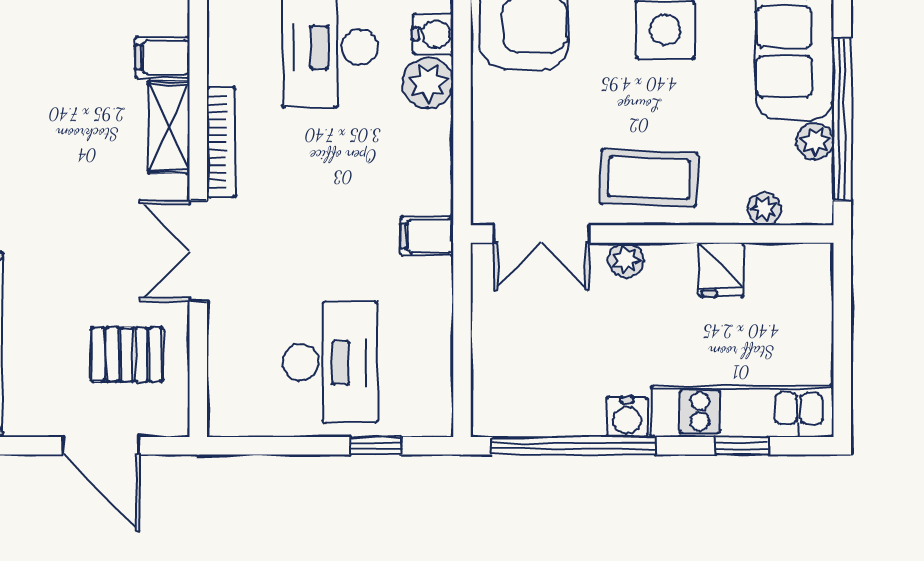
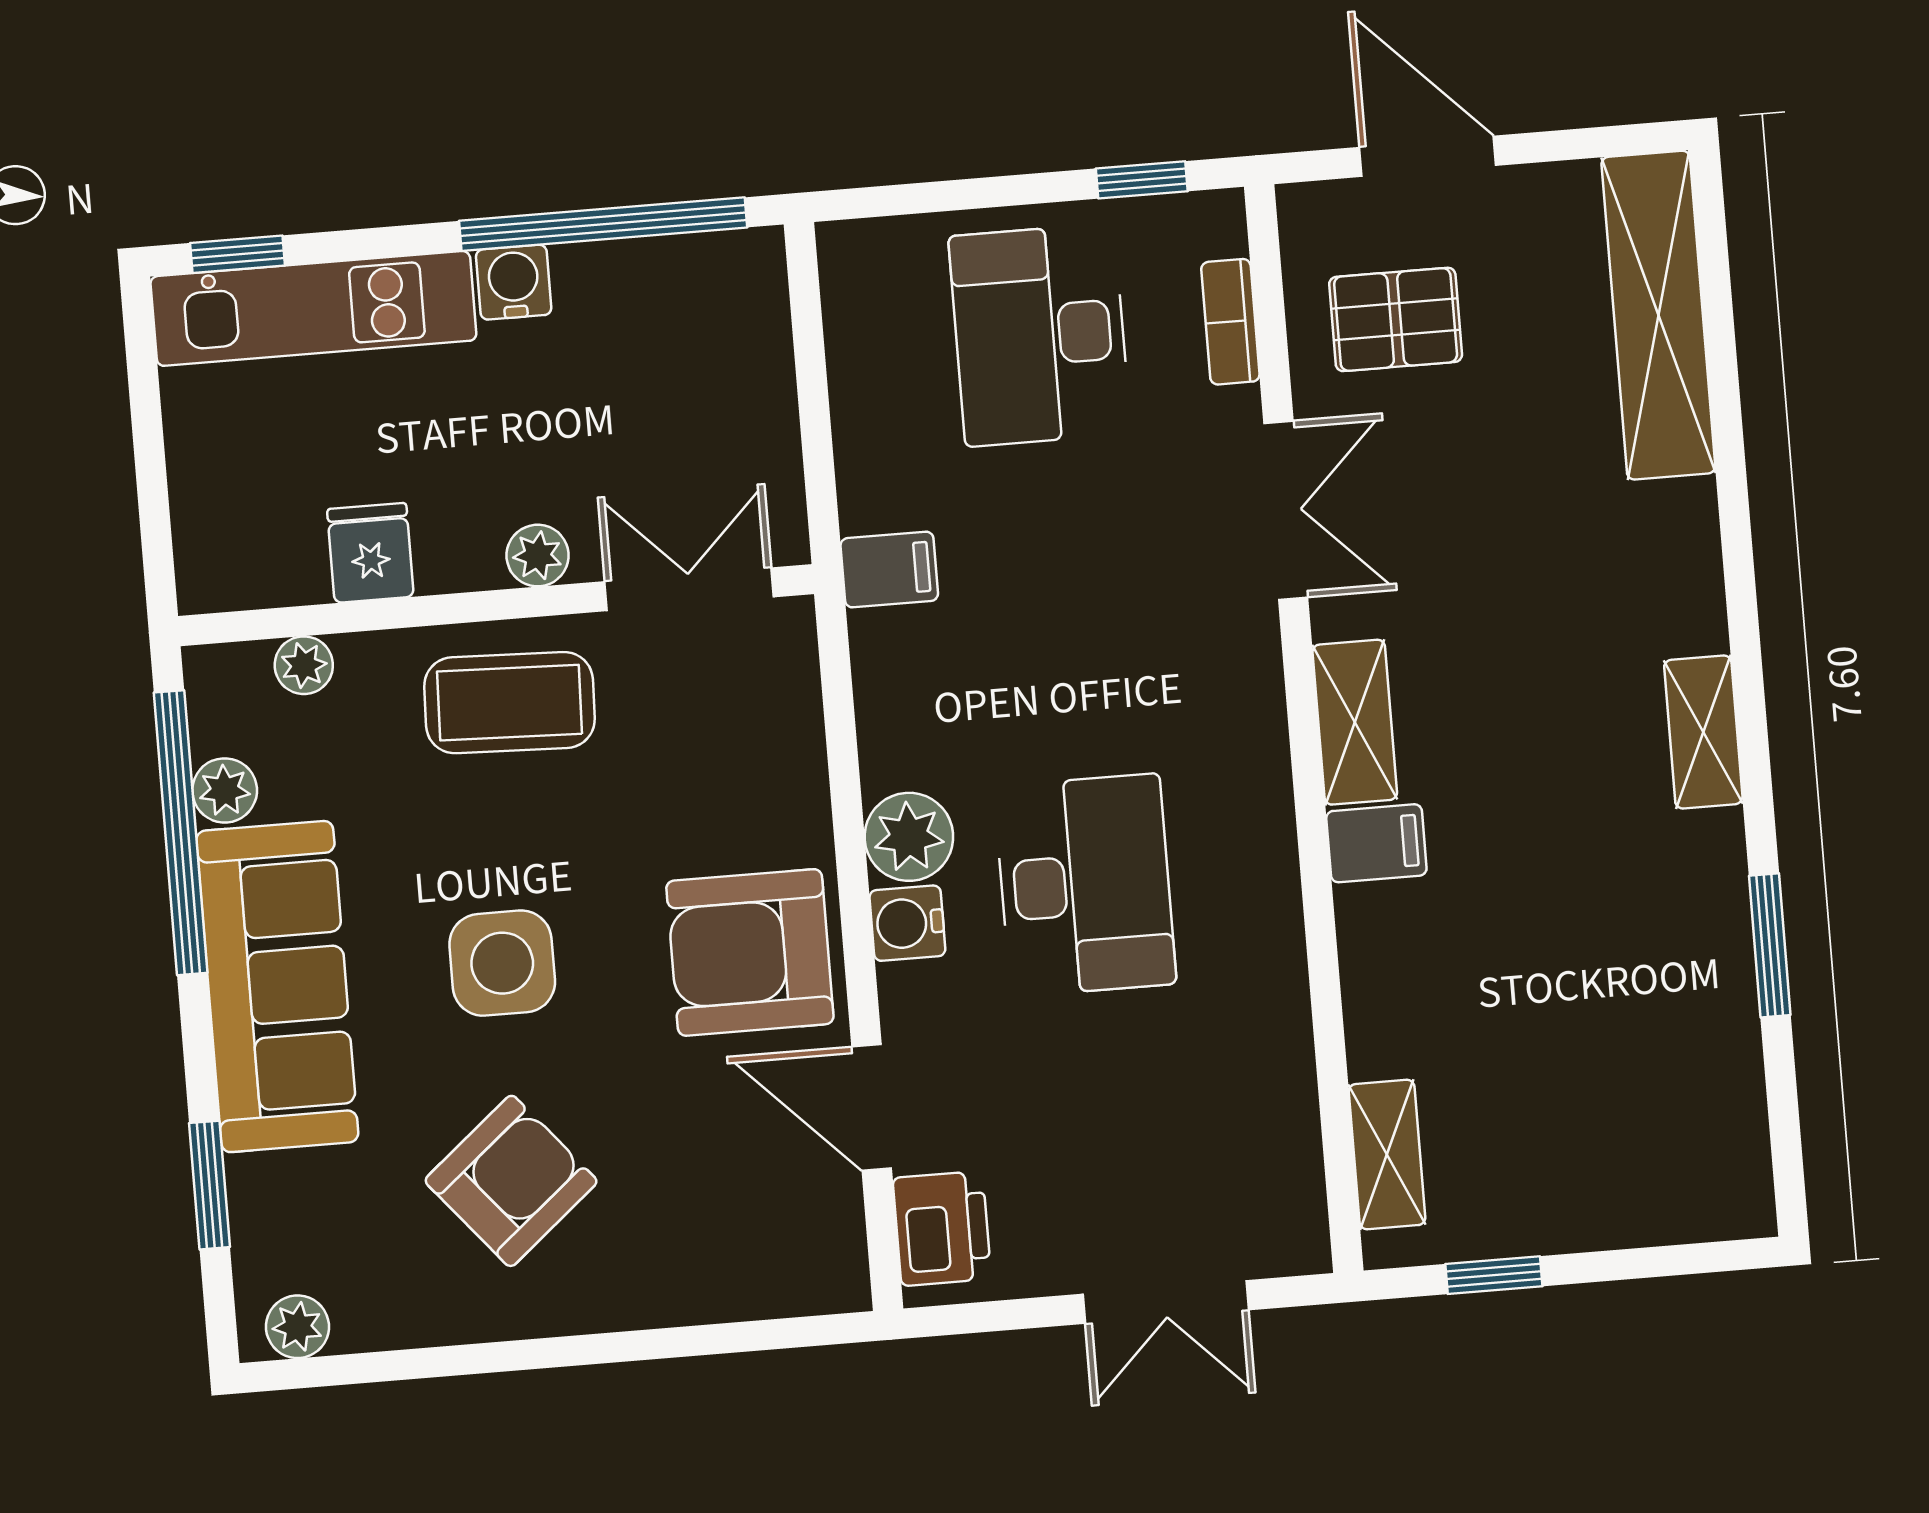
bookcase: (221, 142) -> (1230, 322), moved, width x0.64
window: (375, 446) -> (1142, 180), moved
window: (742, 446) -> (237, 254), moved

